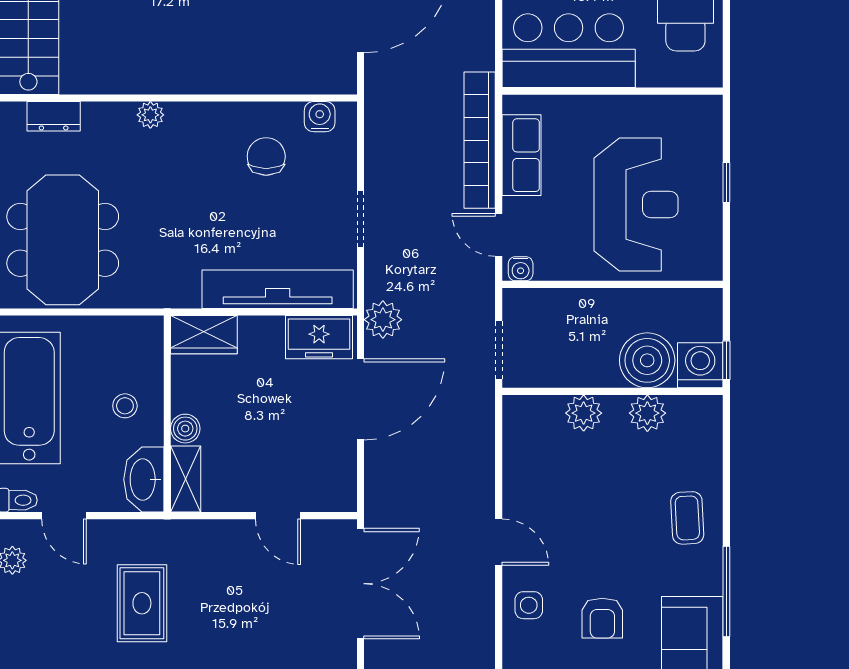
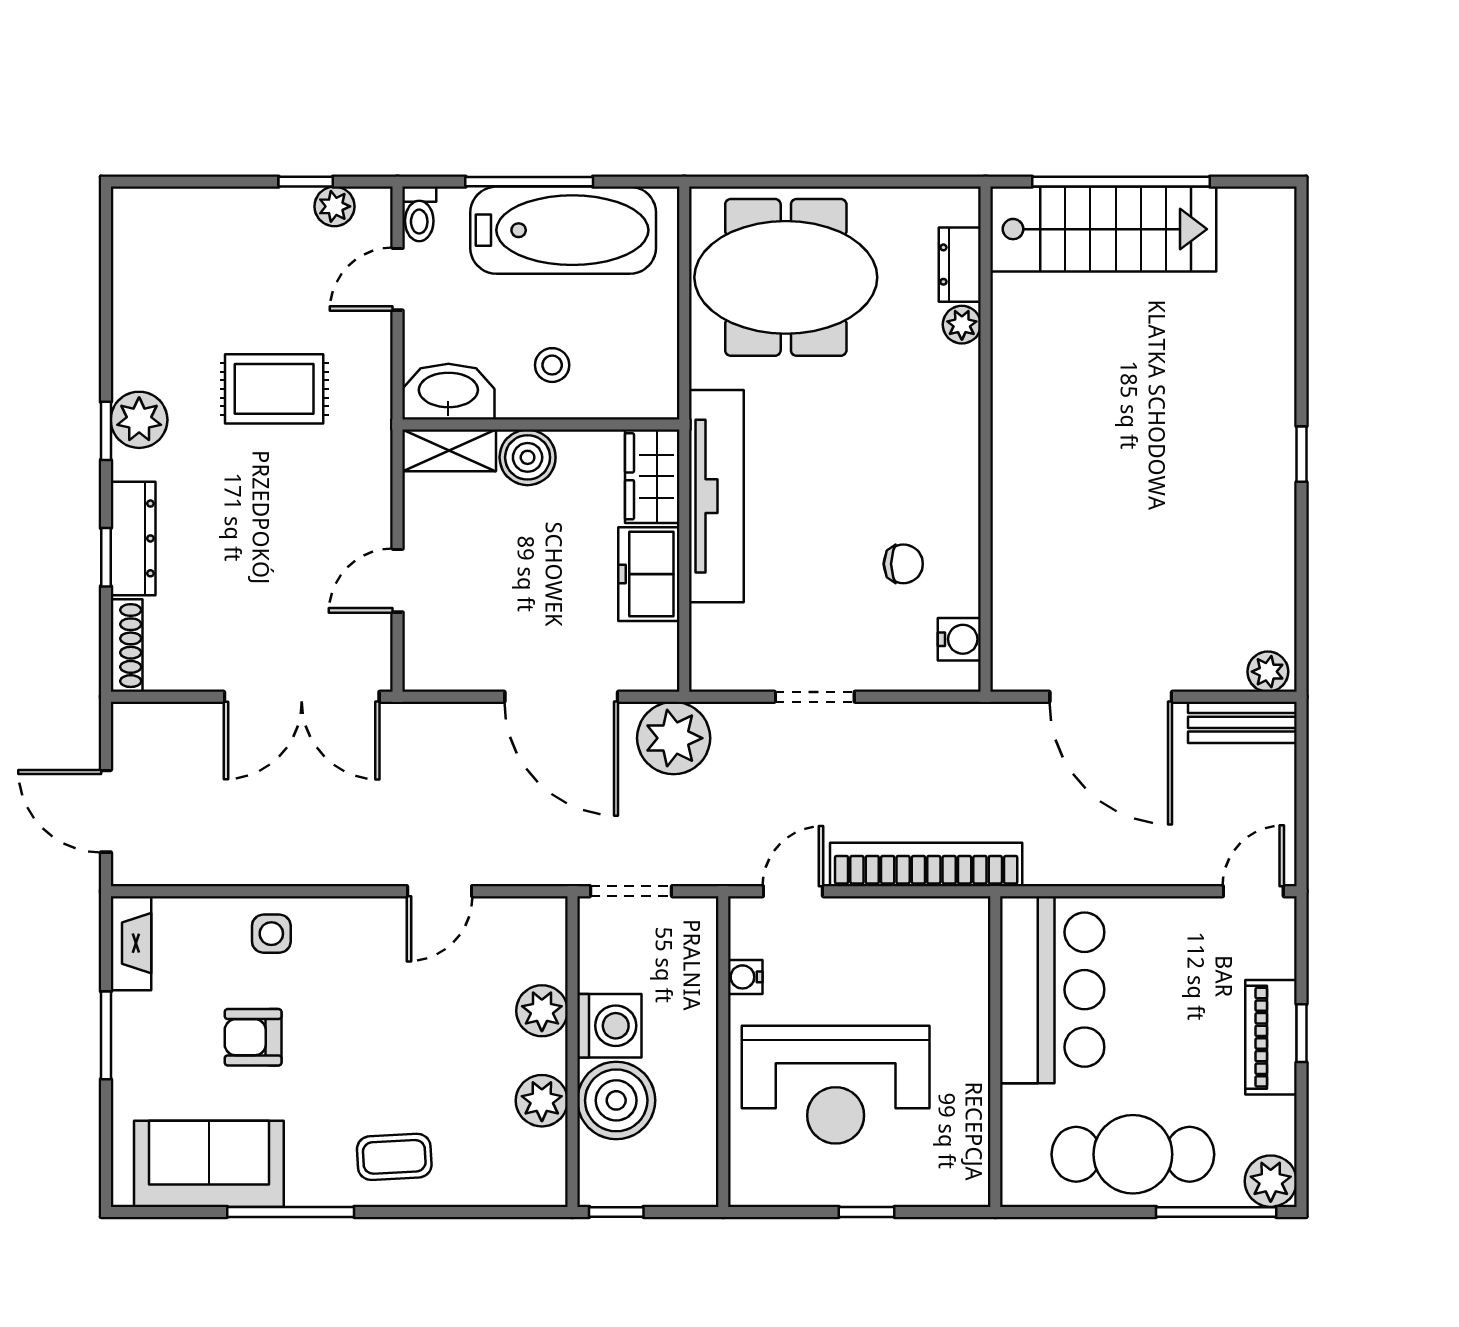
plant: (150, 115) -> (962, 325), moved
row of seats: (521, 155) -> (905, 923), removed
chair: (266, 156) -> (903, 564), width x0.73, depth x0.73
water cooler: (521, 269) -> (745, 977), moved
tv unit: (278, 289) -> (716, 496), moved
plant: (383, 320) -> (674, 738), width x1.36, depth x1.36
freezer: (319, 337) -> (649, 574), moved
washing machine: (700, 365) -> (609, 1026), moved
boiler: (185, 429) -> (528, 457), width x1.36, depth x1.36
door: (499, 542) -> (440, 891), moved

